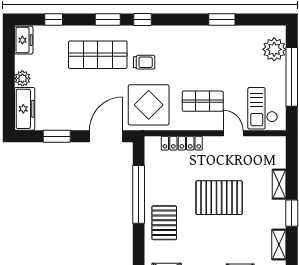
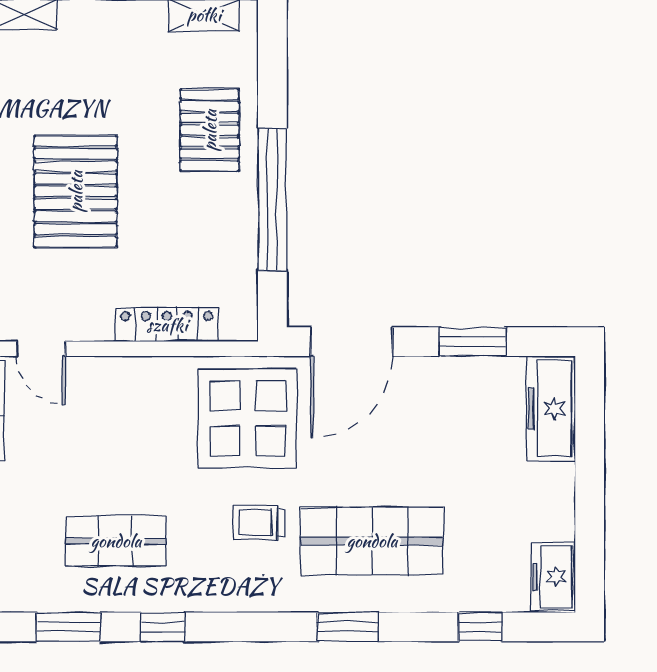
window: (143, 20) -> (163, 627), moved
plant: (22, 78) -> (556, 483), removed
shop shelf: (203, 101) -> (116, 541), moved
pallet: (219, 198) -> (76, 191), turned 90

